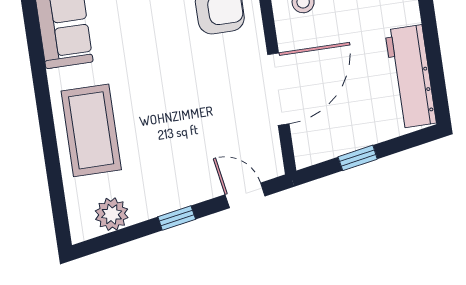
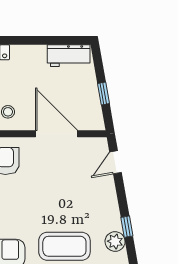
workbench: (411, 77) -> (69, 56), width x0.73
window: (177, 218) -> (127, 227), moved

